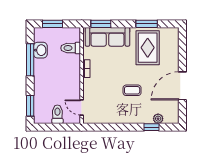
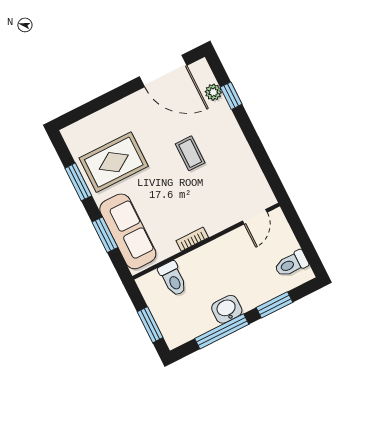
window: (101, 24) -> (105, 235), moved
washbasin: (40, 50) -> (227, 309), moved
door: (182, 86) -> (163, 71), moved
window: (30, 106) -> (274, 305), moved
toilet: (57, 114) -> (291, 264), moved

